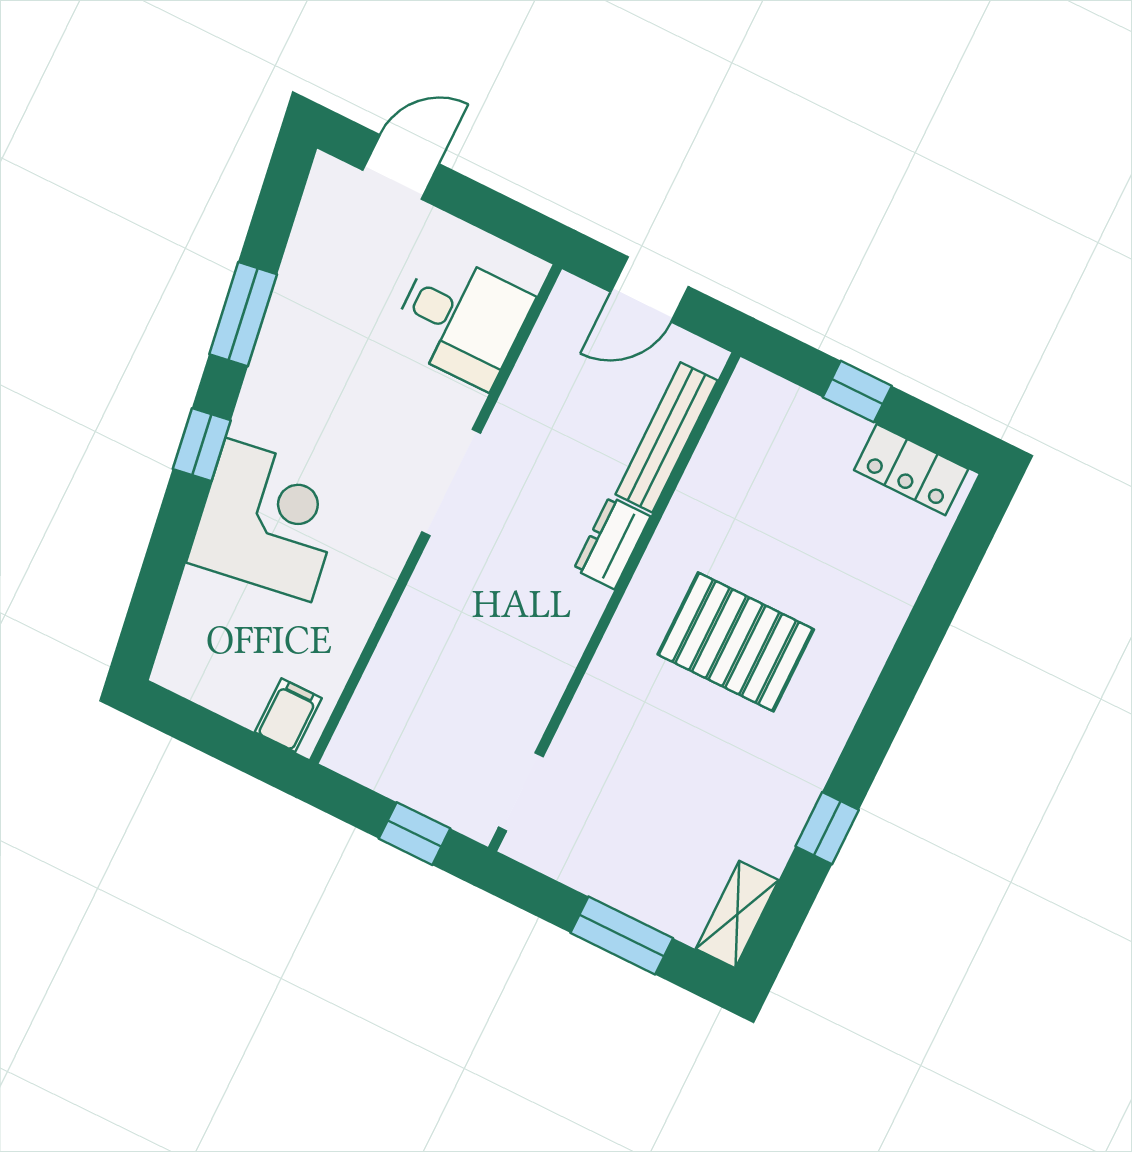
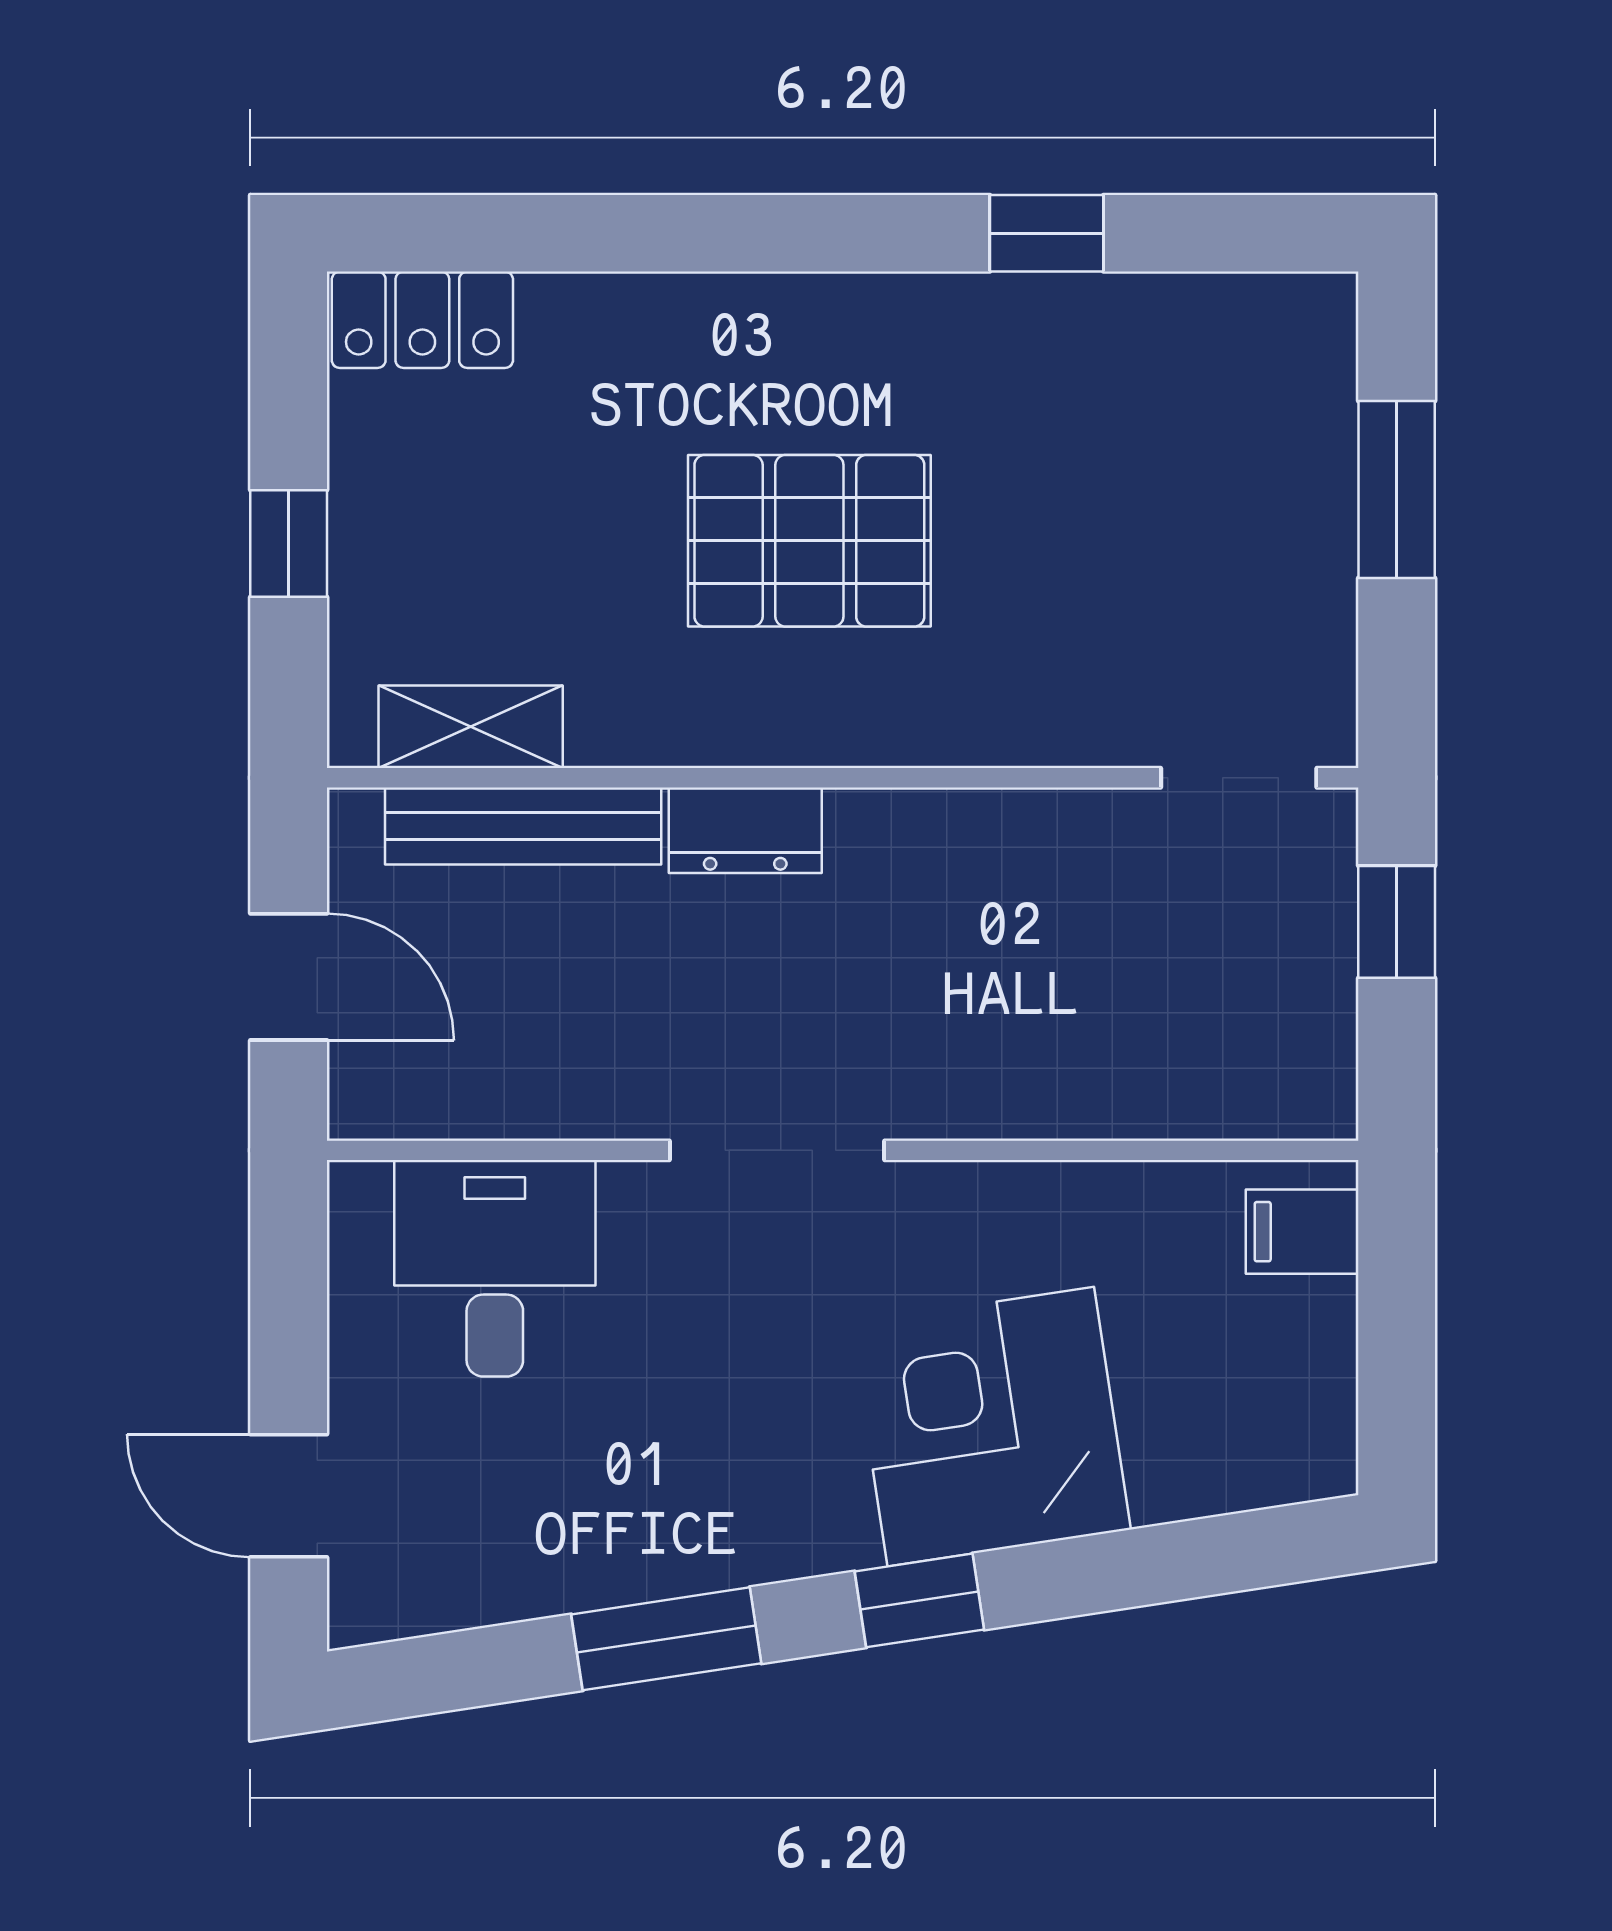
locker: (911, 470) -> (422, 320), moved, turned 90
pallet: (736, 642) -> (809, 541), turned 90
shelving: (737, 914) -> (471, 727), moved

